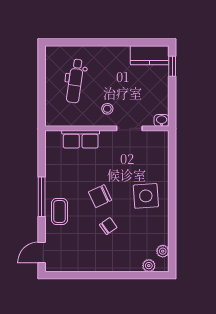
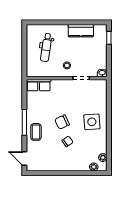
kitchen counter: (150, 55) -> (81, 31), moved
row of seats: (81, 139) -> (39, 85), moved
door: (42, 253) -> (24, 158), hinge flipped

